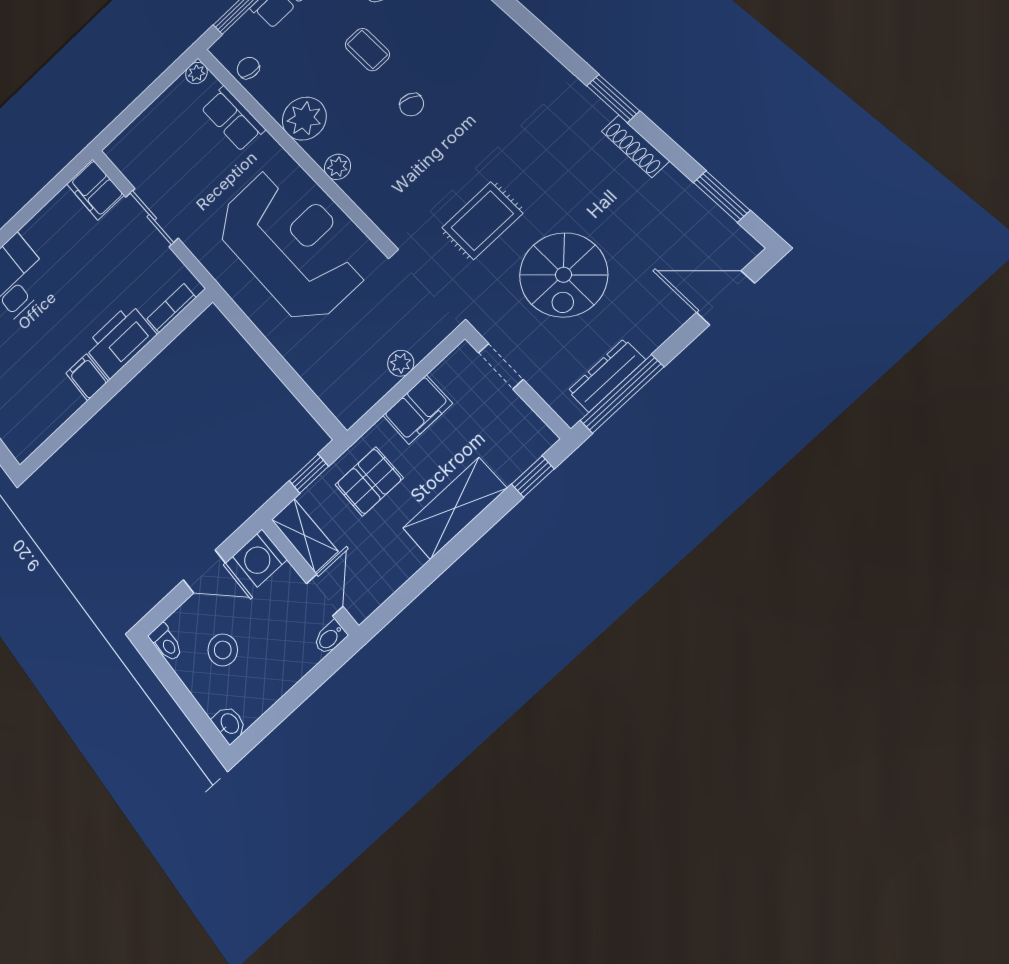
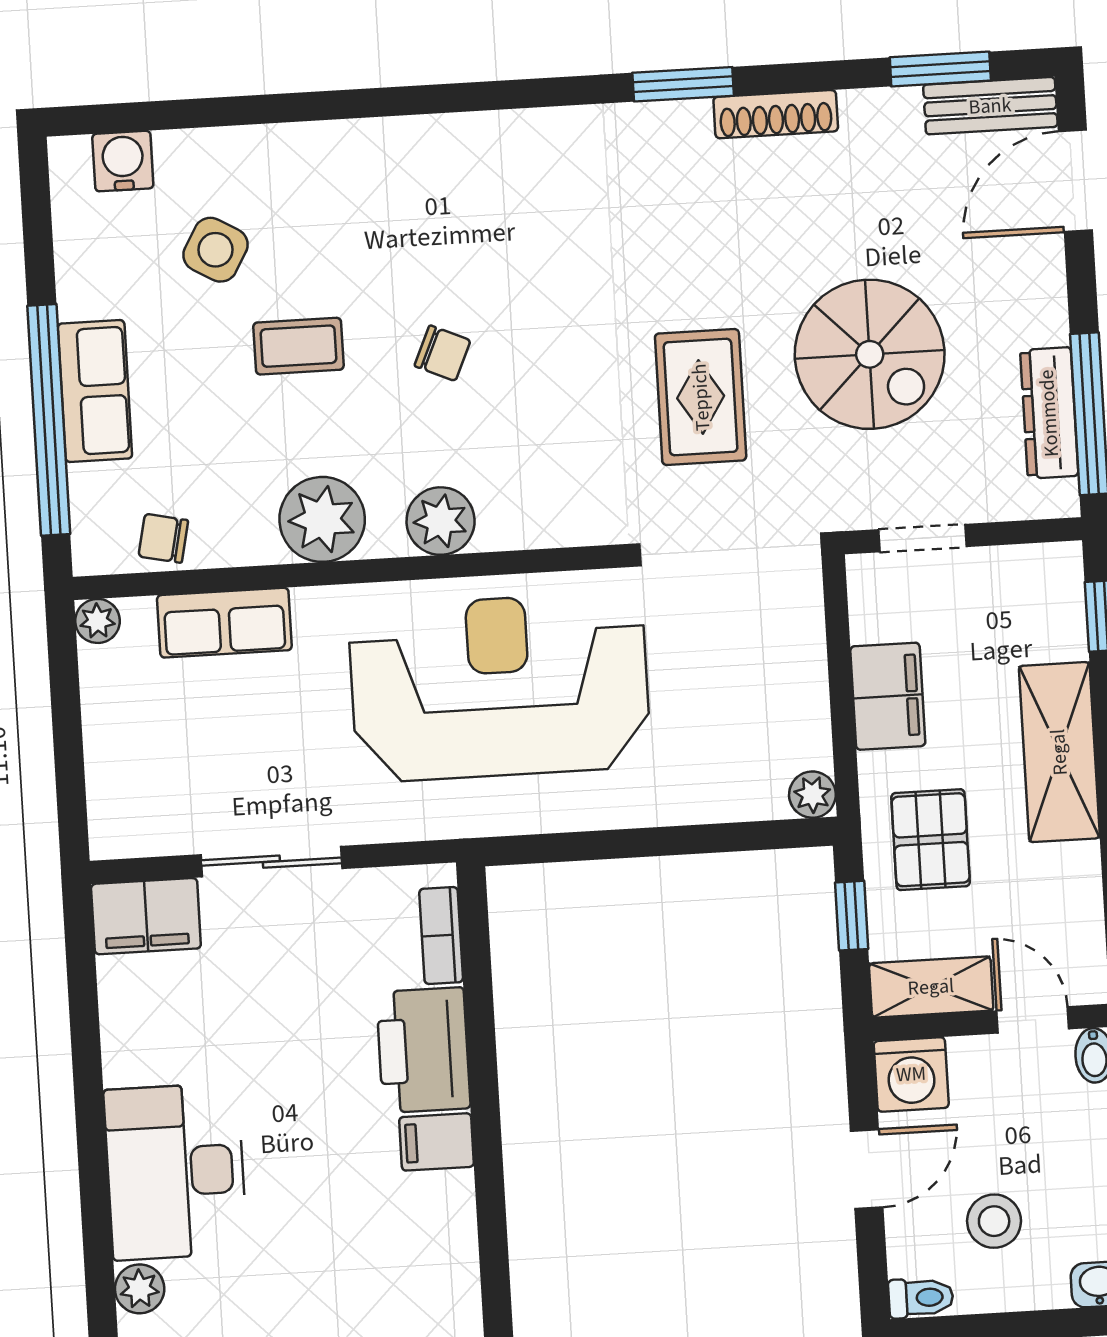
plant: (338, 167) -> (441, 521), width x1.38, depth x1.38
bench: (725, 232) -> (990, 106), added
plant: (401, 363) -> (812, 795), moved

